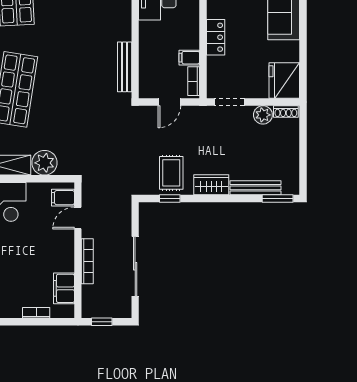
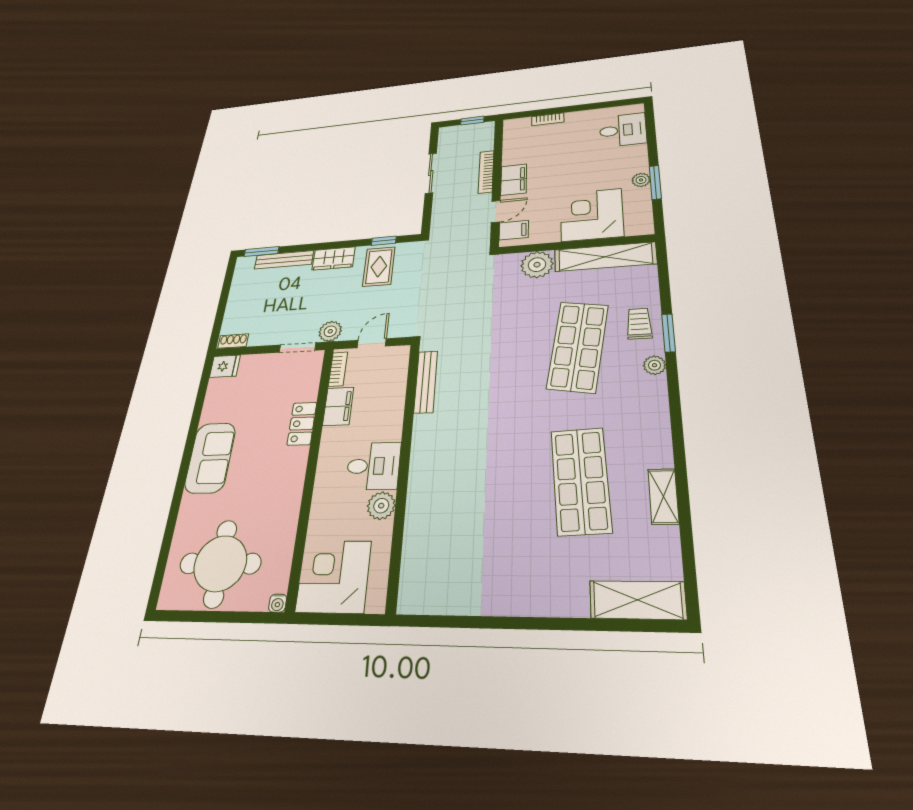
filing cabinet: (189, 58) -> (338, 406), width x2.00
fridge: (284, 81) -> (225, 366), width x0.53, depth x0.75
plant: (263, 115) -> (330, 331), moved
sliding door: (135, 266) -> (431, 173), width x0.73
filing cabinet: (64, 288) -> (514, 180), moved

